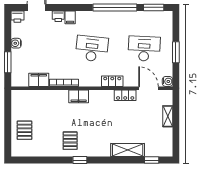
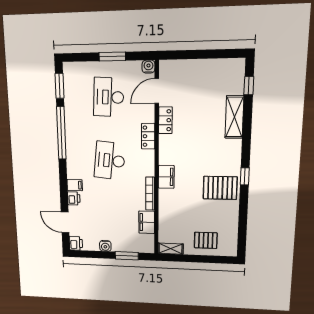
shelving: (168, 116) -> (171, 249), moved
pallet: (70, 141) -> (220, 188), width x1.50, depth x1.42

